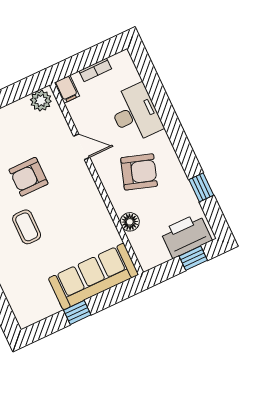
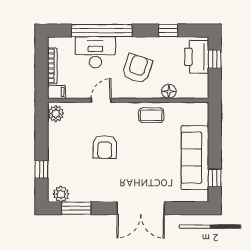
bookcase: (95, 70) -> (52, 66), width x1.56
window: (164, 109) -> (102, 31), added
coffee table: (27, 227) -> (151, 115), moved
sofa: (94, 276) -> (195, 158), moved
window: (77, 313) -> (215, 178), moved

